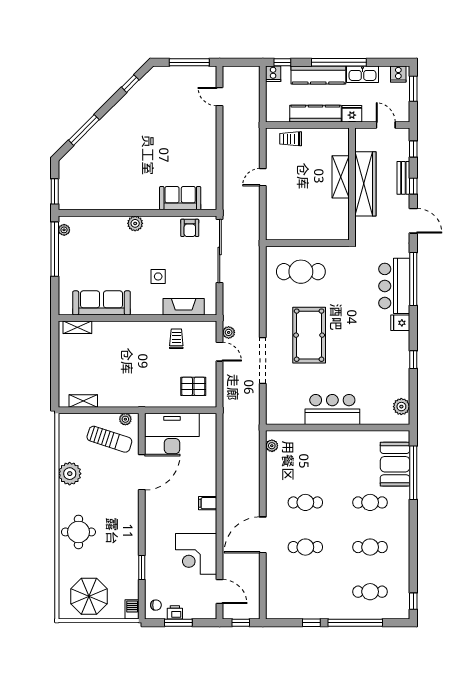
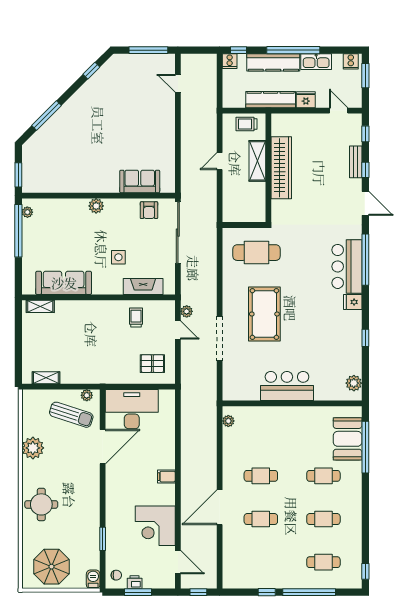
shelving: (341, 177) -> (257, 161), moved
wall: (352, 184) -> (268, 168), moved
wardrobe: (365, 184) -> (281, 168), moved

